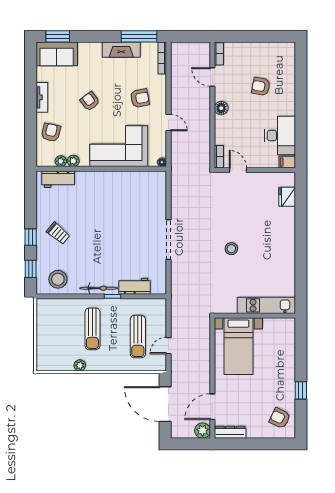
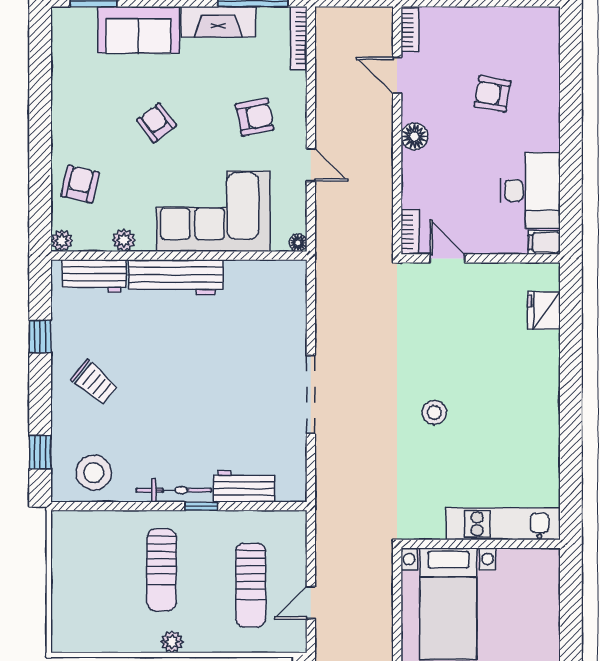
sofa: (57, 54) -> (138, 30), moved
tv unit: (42, 97) -> (62, 115), removed
plant: (61, 161) -> (62, 241), moved
workbench: (100, 180) -> (176, 277), added
window: (31, 237) -> (40, 336), moved
plant: (80, 365) -> (172, 642), moved

